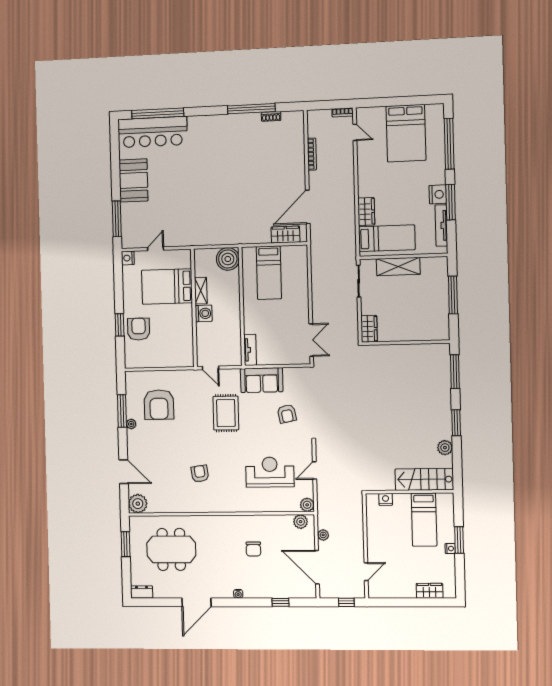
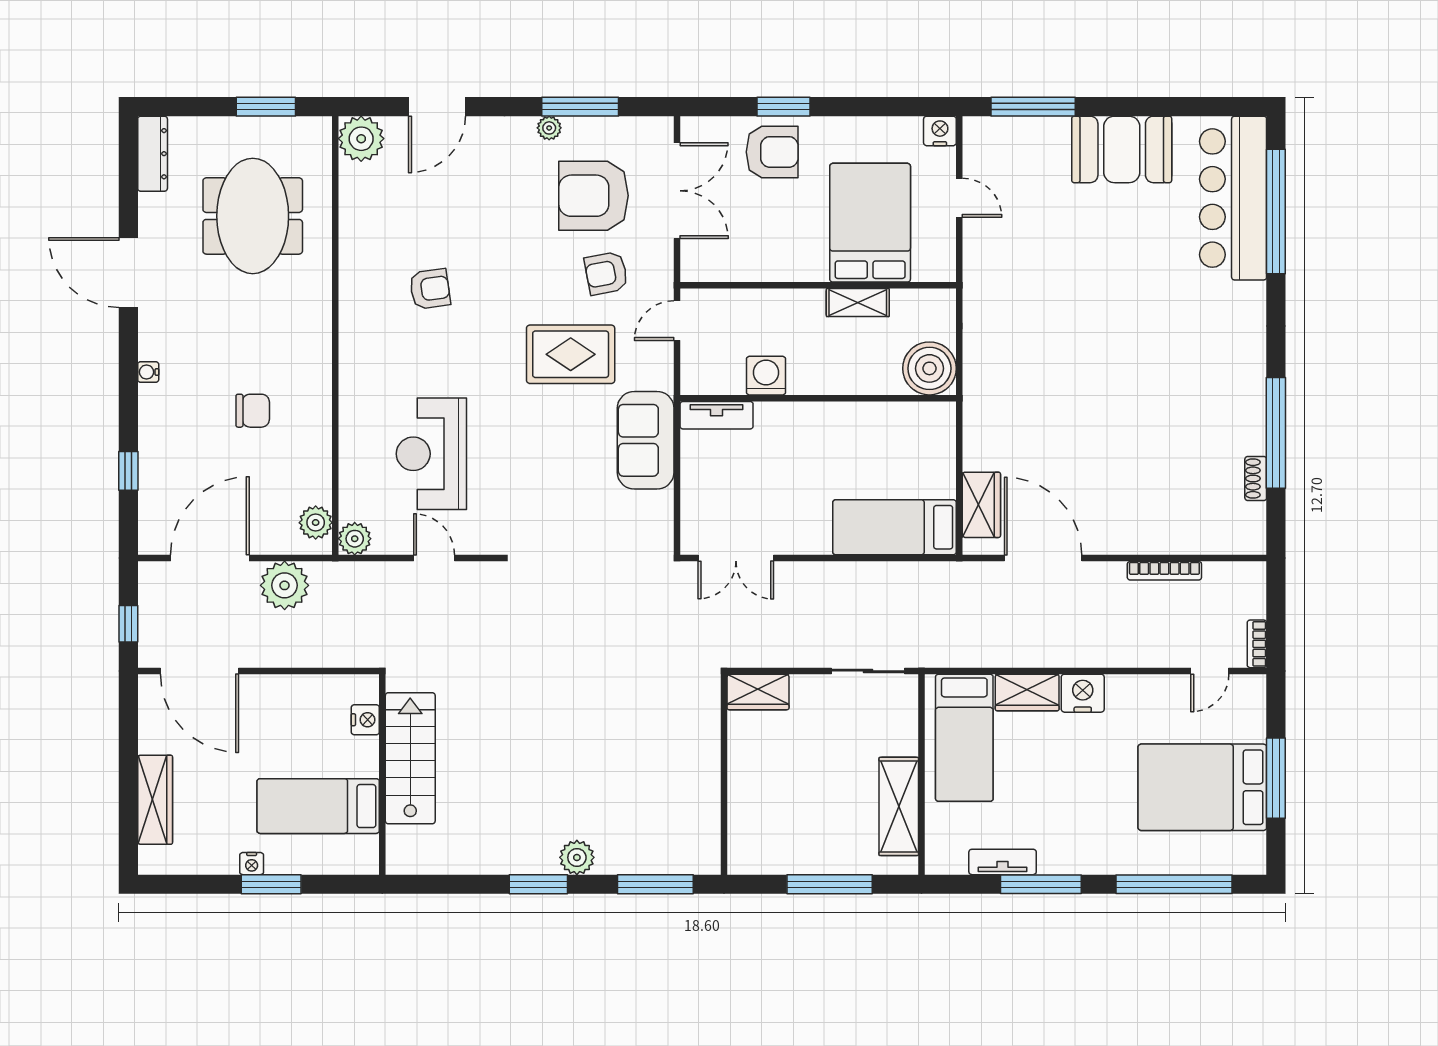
window: (401, 101) -> (1276, 778), added
nightstand: (438, 194) -> (1083, 693), moved, turned 180
tv unit: (441, 225) -> (1003, 862), width x0.71
shelving: (398, 266) -> (899, 806), moved
bed: (269, 273) -> (895, 527), moved
washing machine: (204, 313) -> (766, 376), moved, turned 180
double door: (156, 369) -> (677, 191), added
armchair: (287, 414) -> (606, 273), moved
plant: (445, 448) -> (577, 857), moved
reception desk: (270, 472) -> (431, 454), turned 180
stairs: (424, 479) -> (410, 758), moved
plant: (323, 535) -> (285, 585), width x1.87, depth x1.87
chair: (253, 549) -> (253, 411), turned 180
door: (366, 572) -> (199, 671), width x1.87
wardrobe: (430, 591) -> (155, 800), width x1.50
dresser: (142, 592) -> (153, 154), width x1.44

